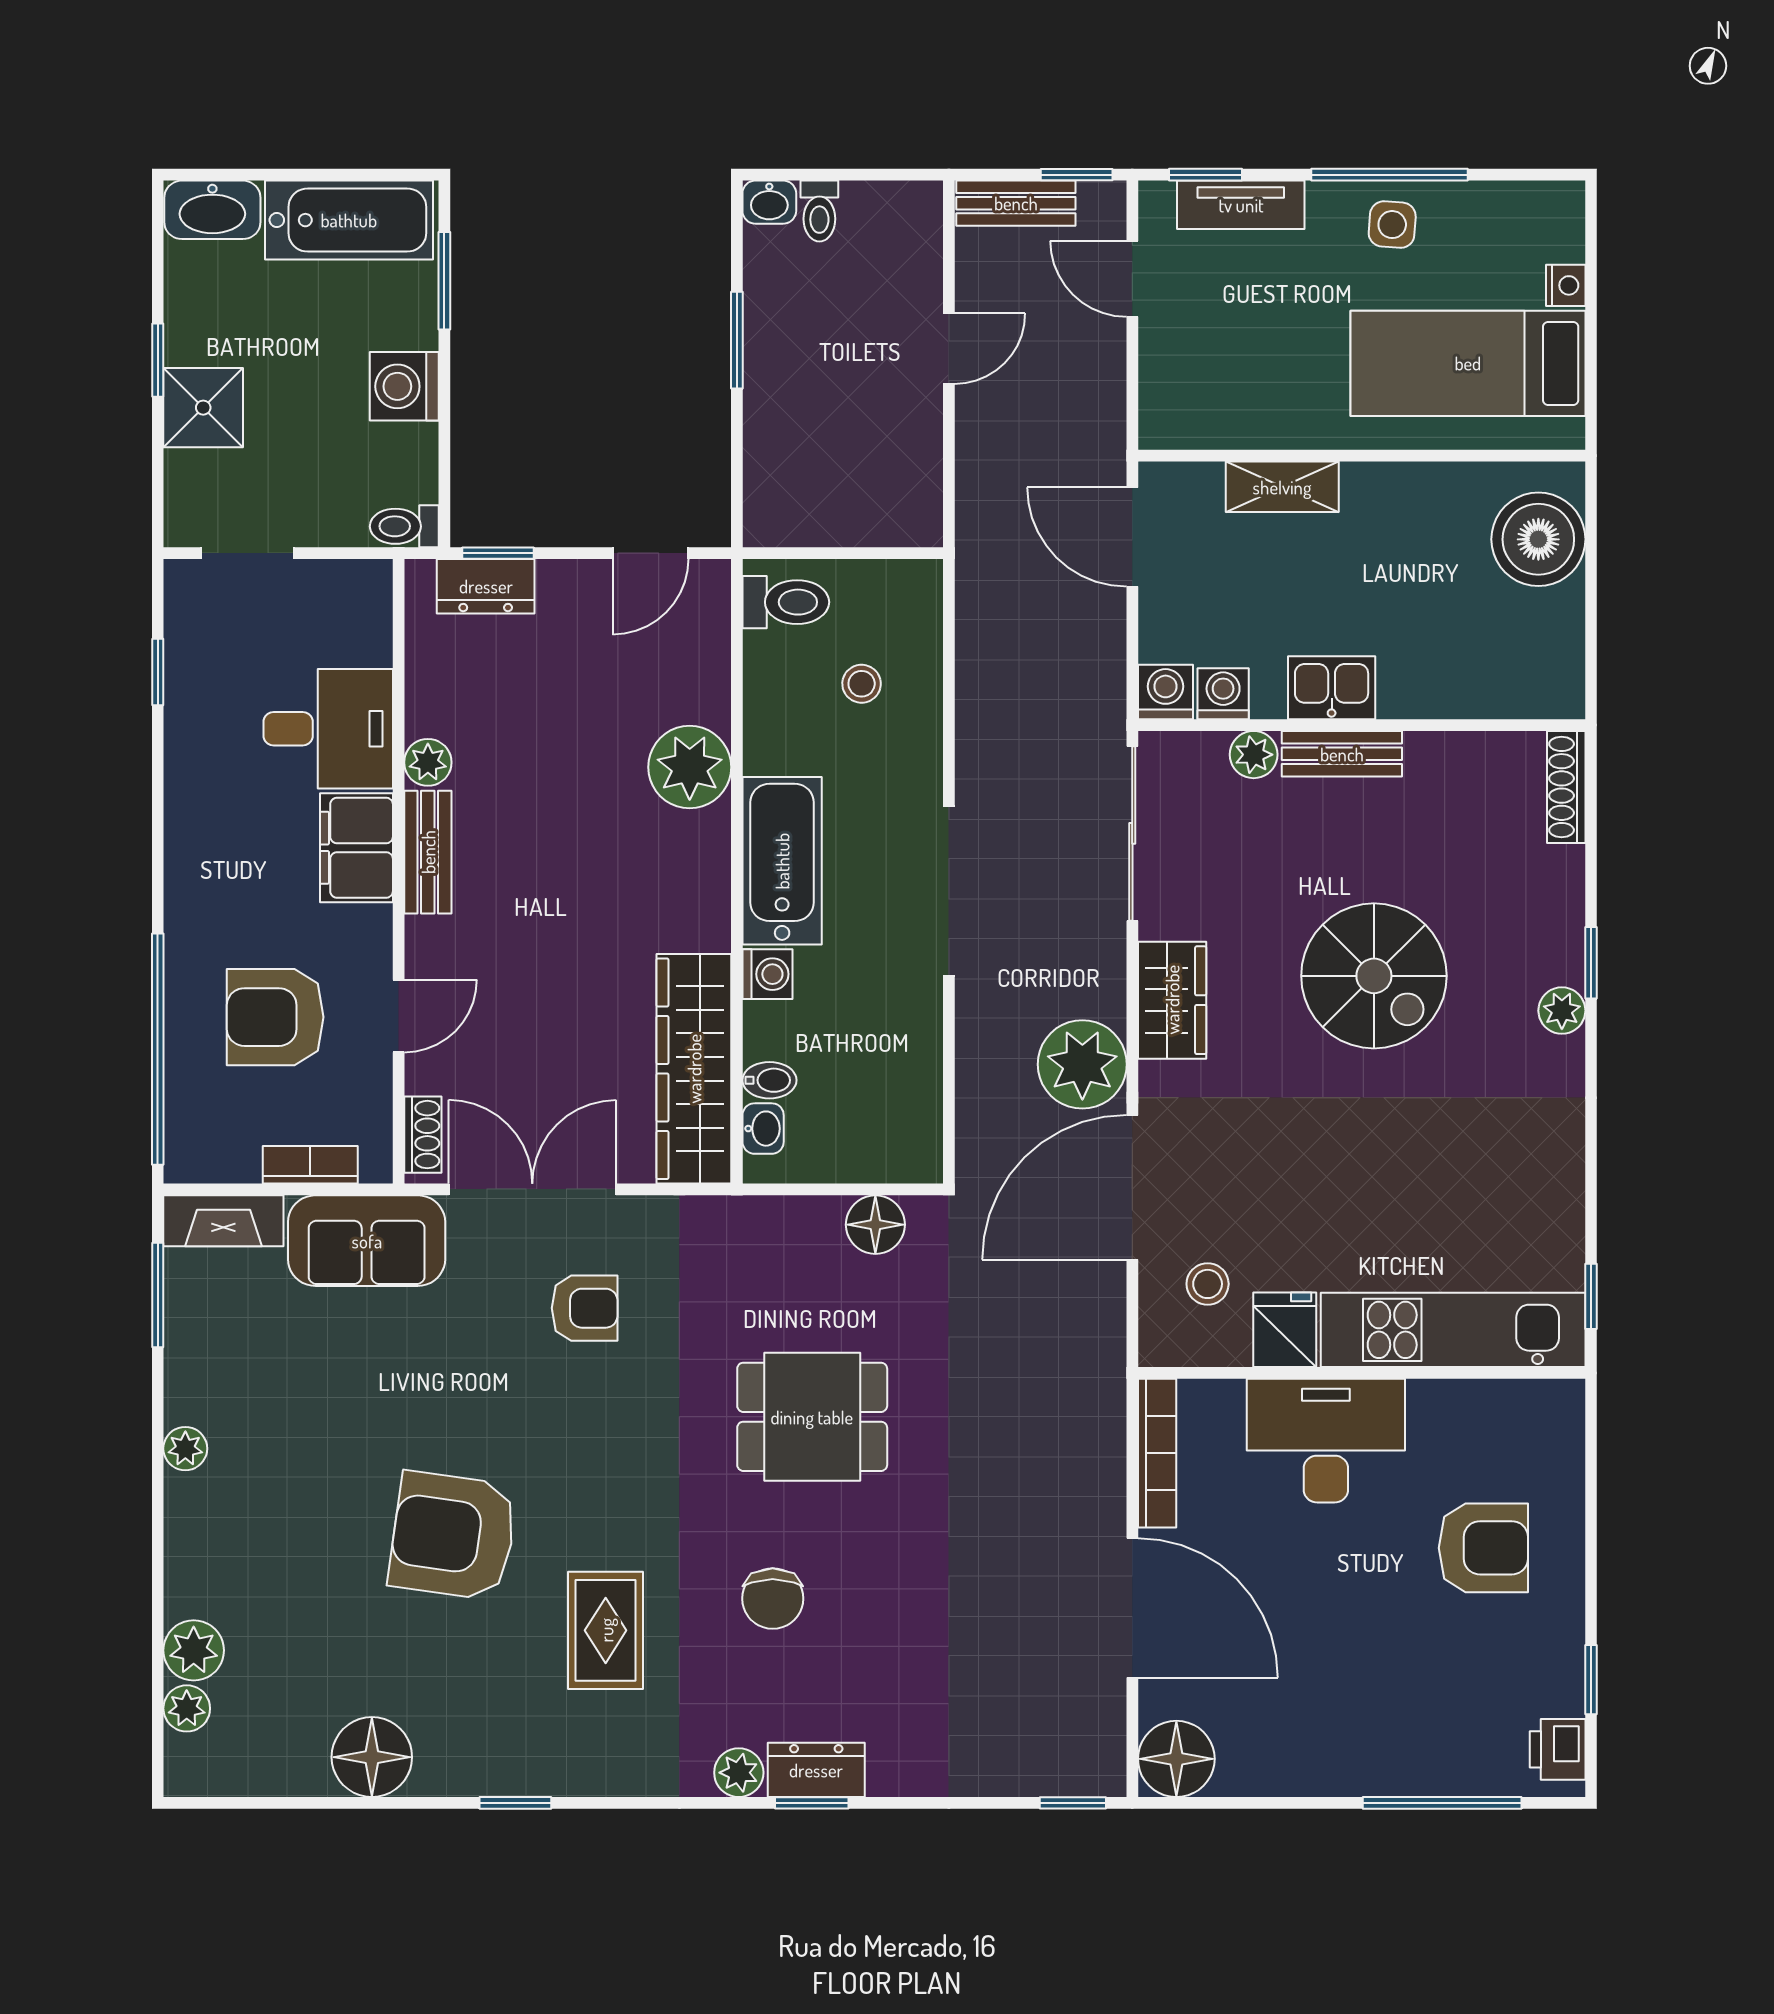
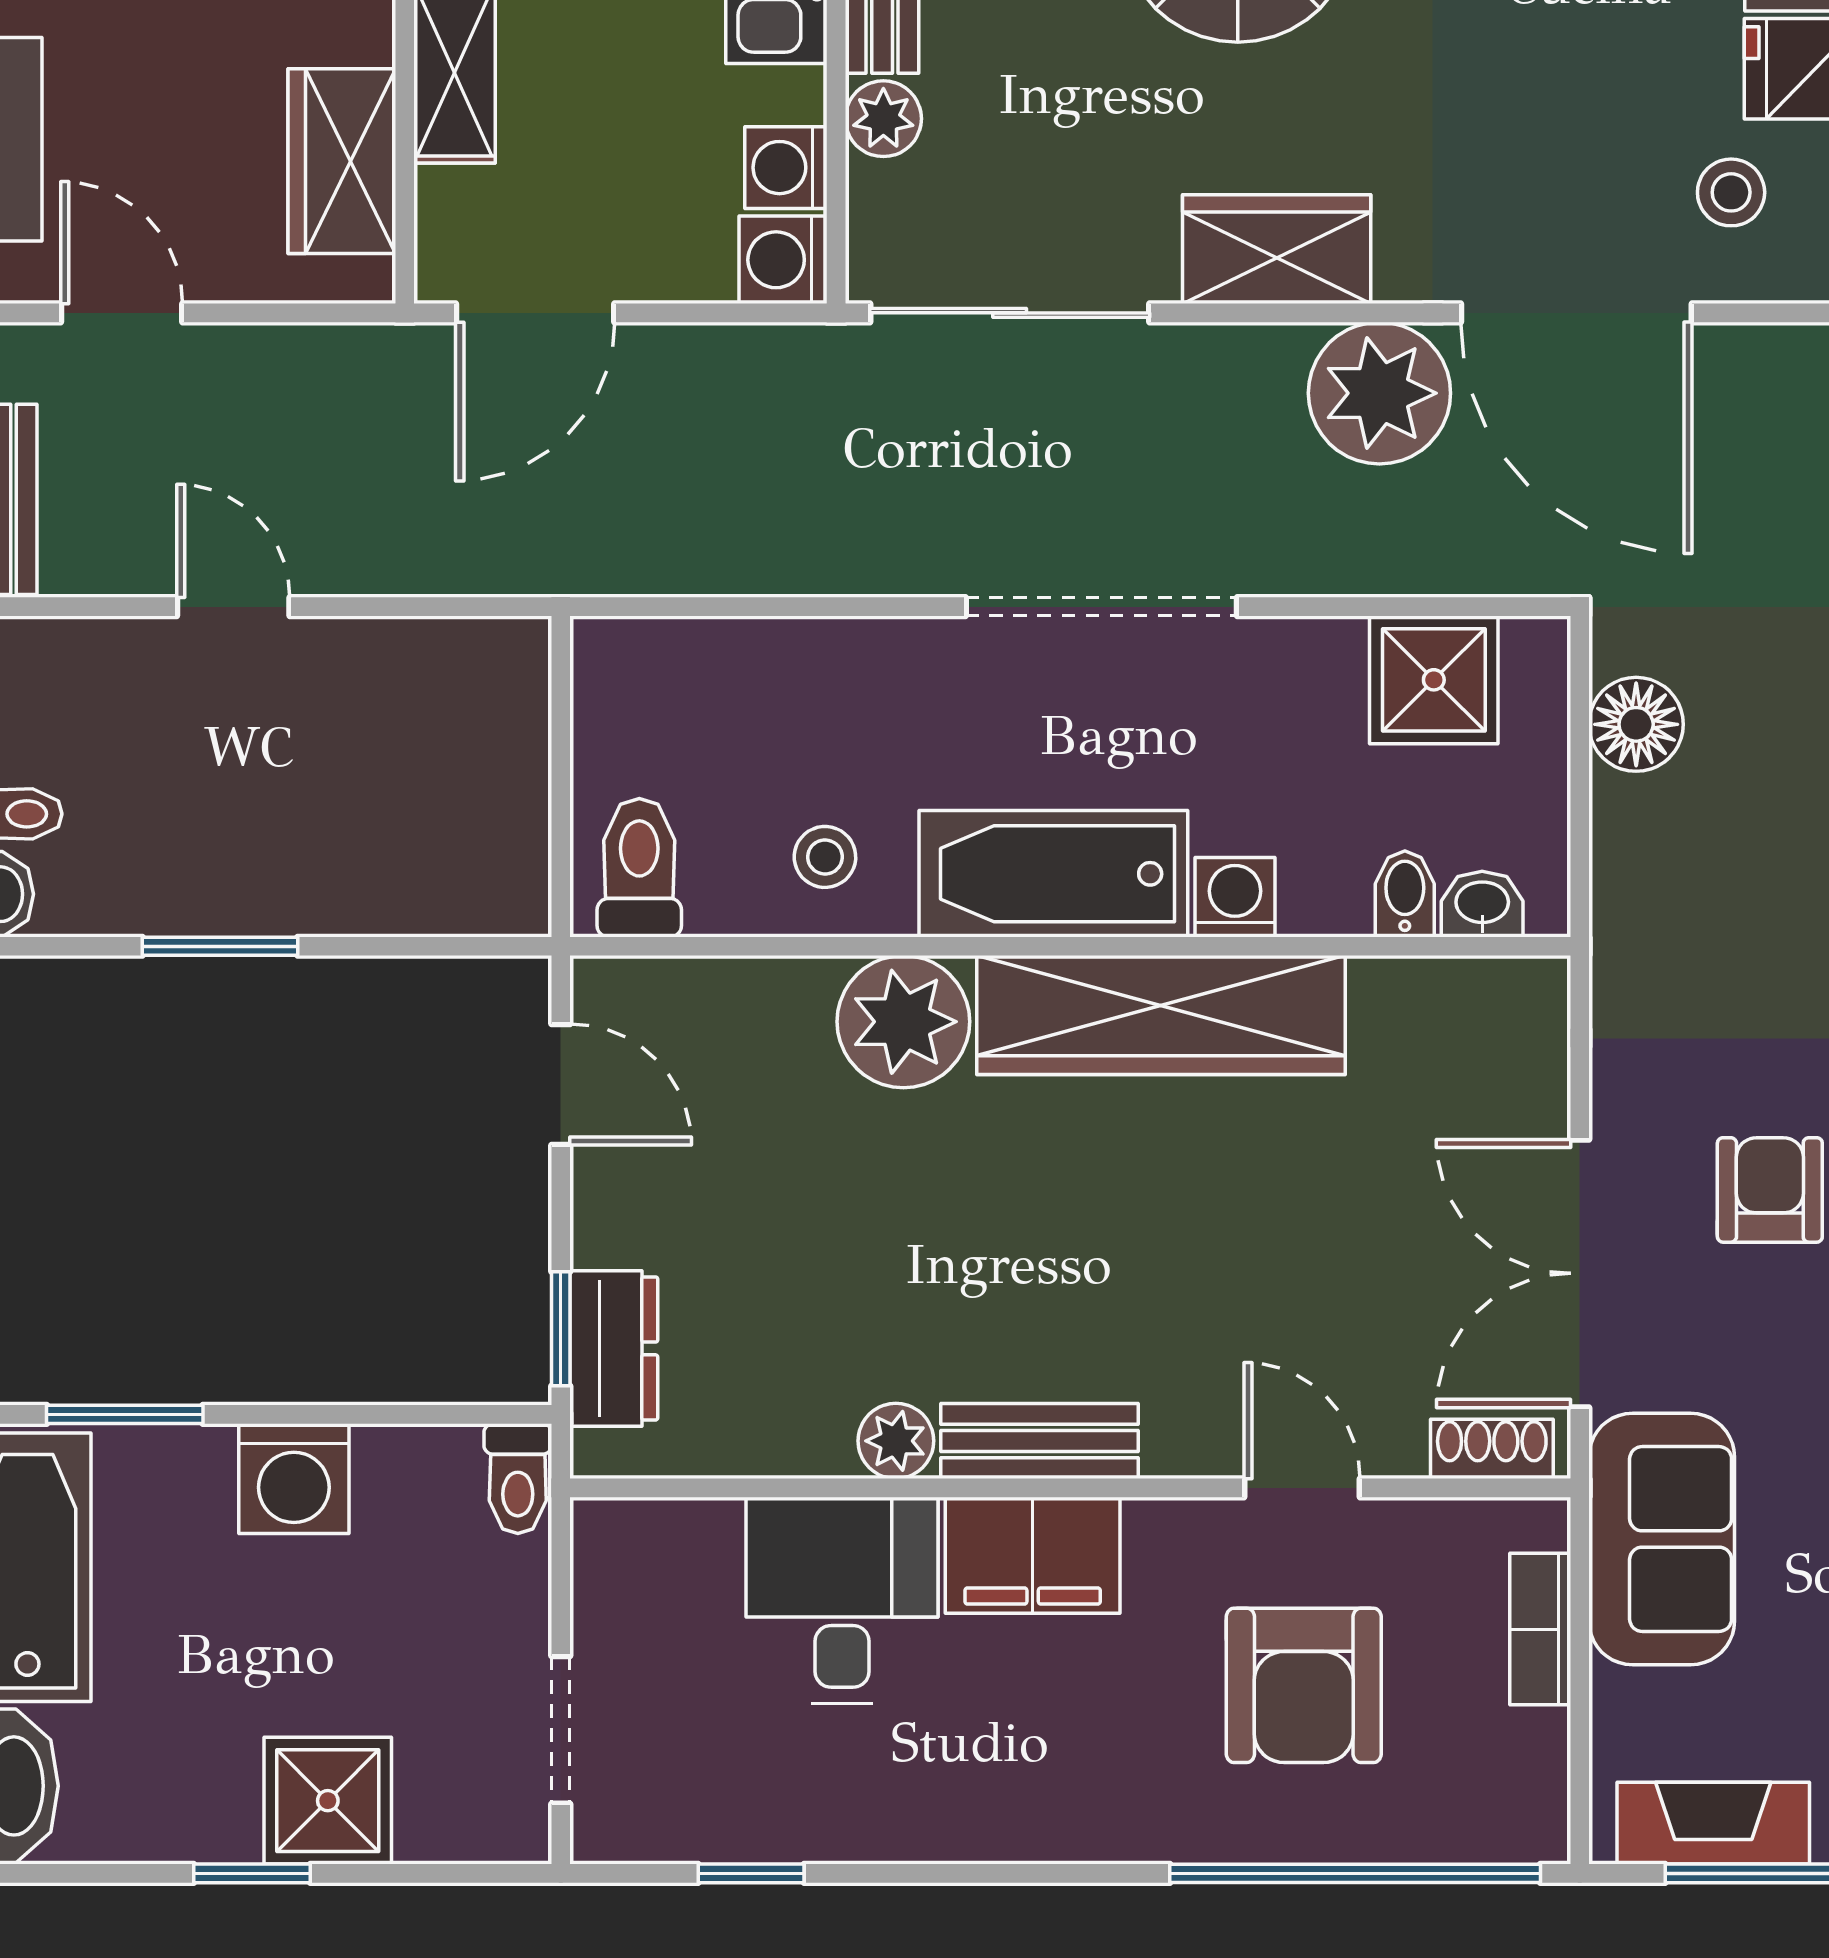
door: (1132, 279) -> (122, 313), swing flipped
wardrobe: (1227, 416) -> (342, 161), added
stool: (862, 684) -> (825, 857), moved
wardrobe: (694, 1069) -> (1161, 1015), moved
shower: (903, 1098) -> (1434, 680), added
fireplace: (223, 1221) -> (1713, 1823), moved, turned -90

